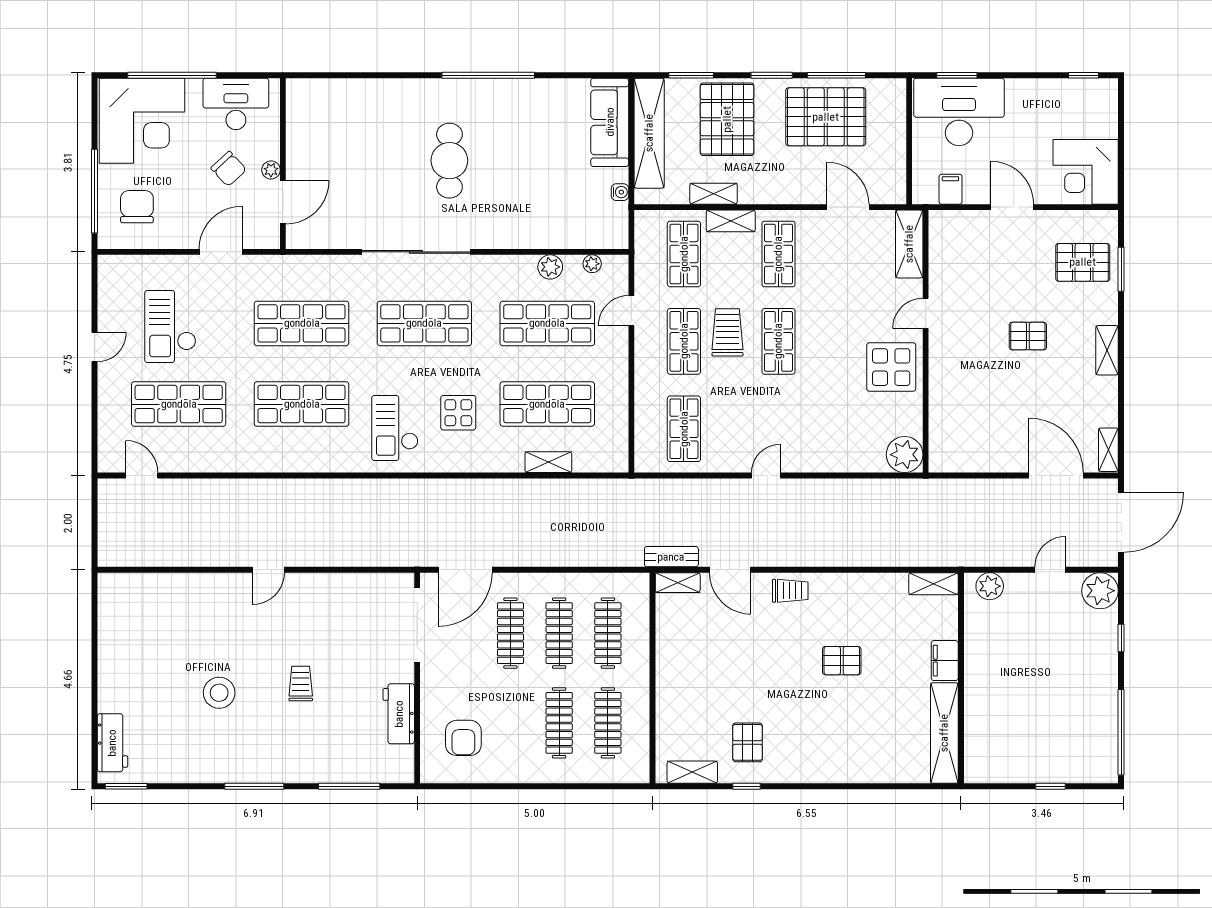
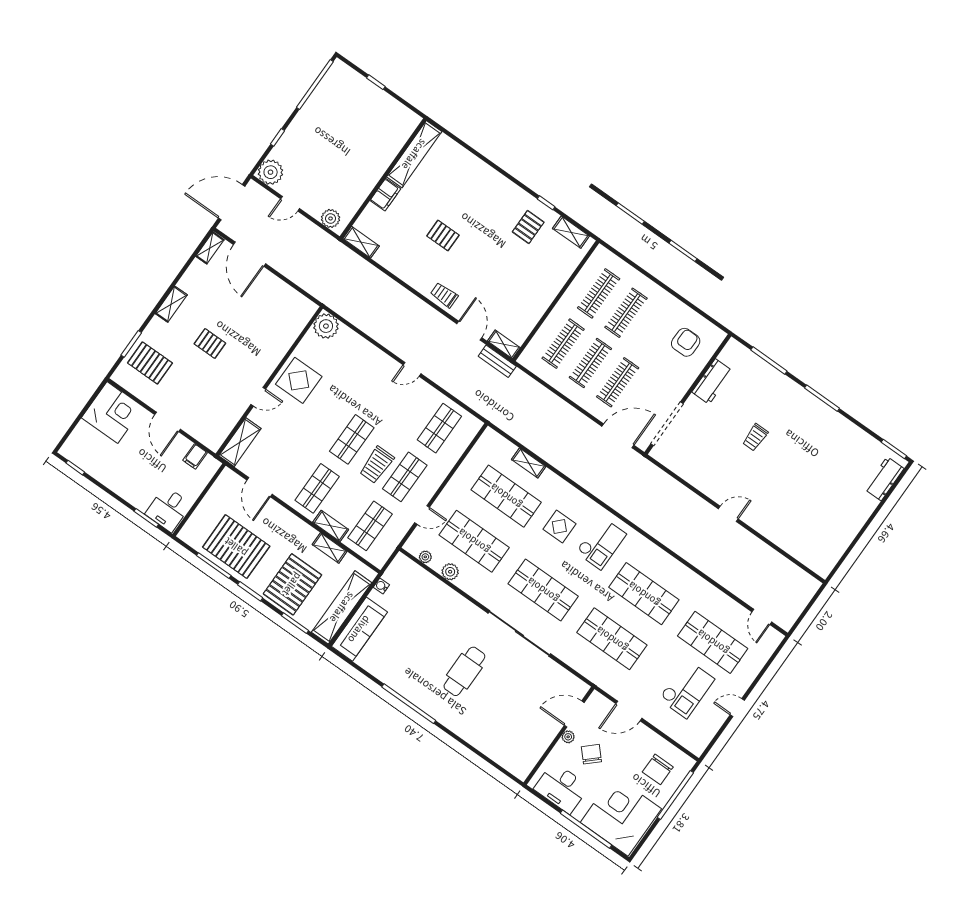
desk: (959, 112) -> (168, 509), width x0.53, depth x0.77
stool: (219, 693) -> (805, 464), removed

